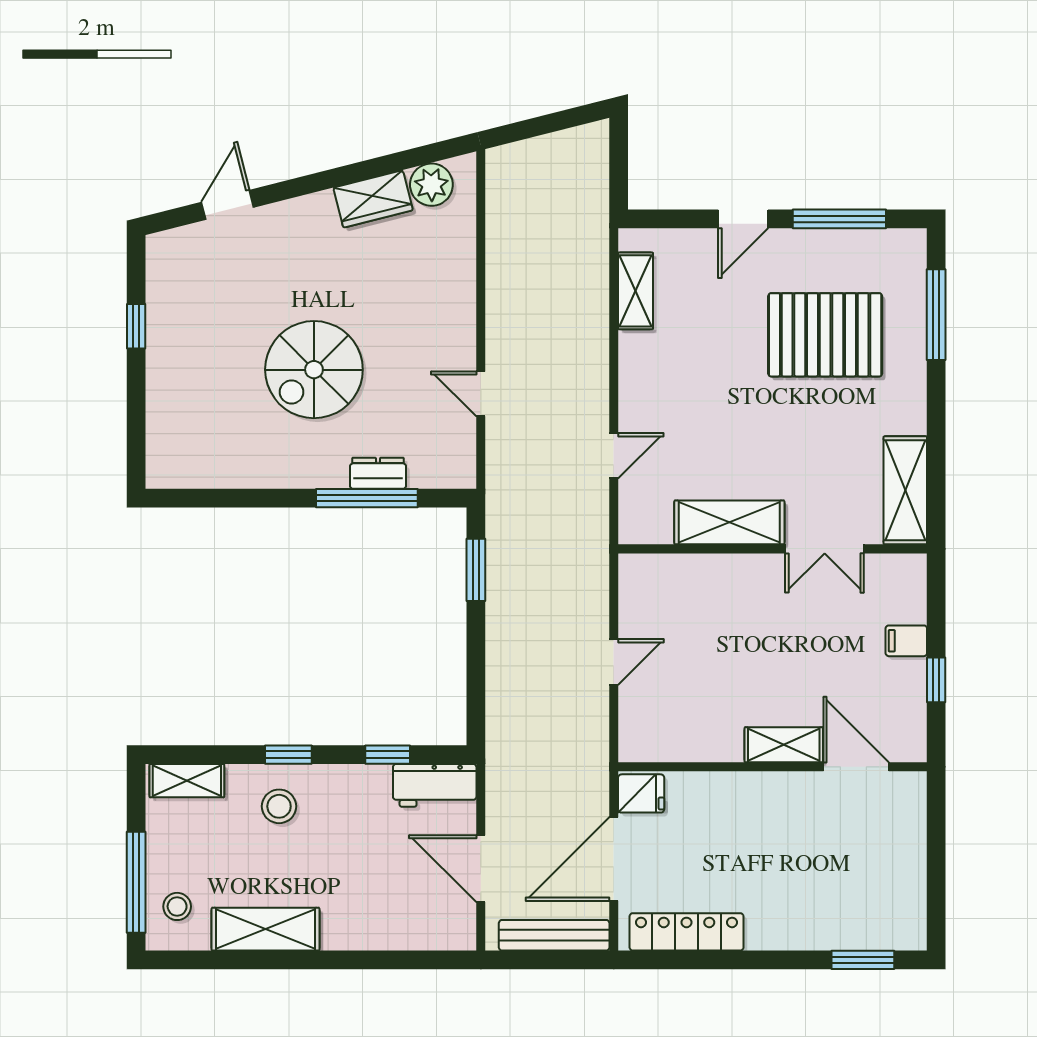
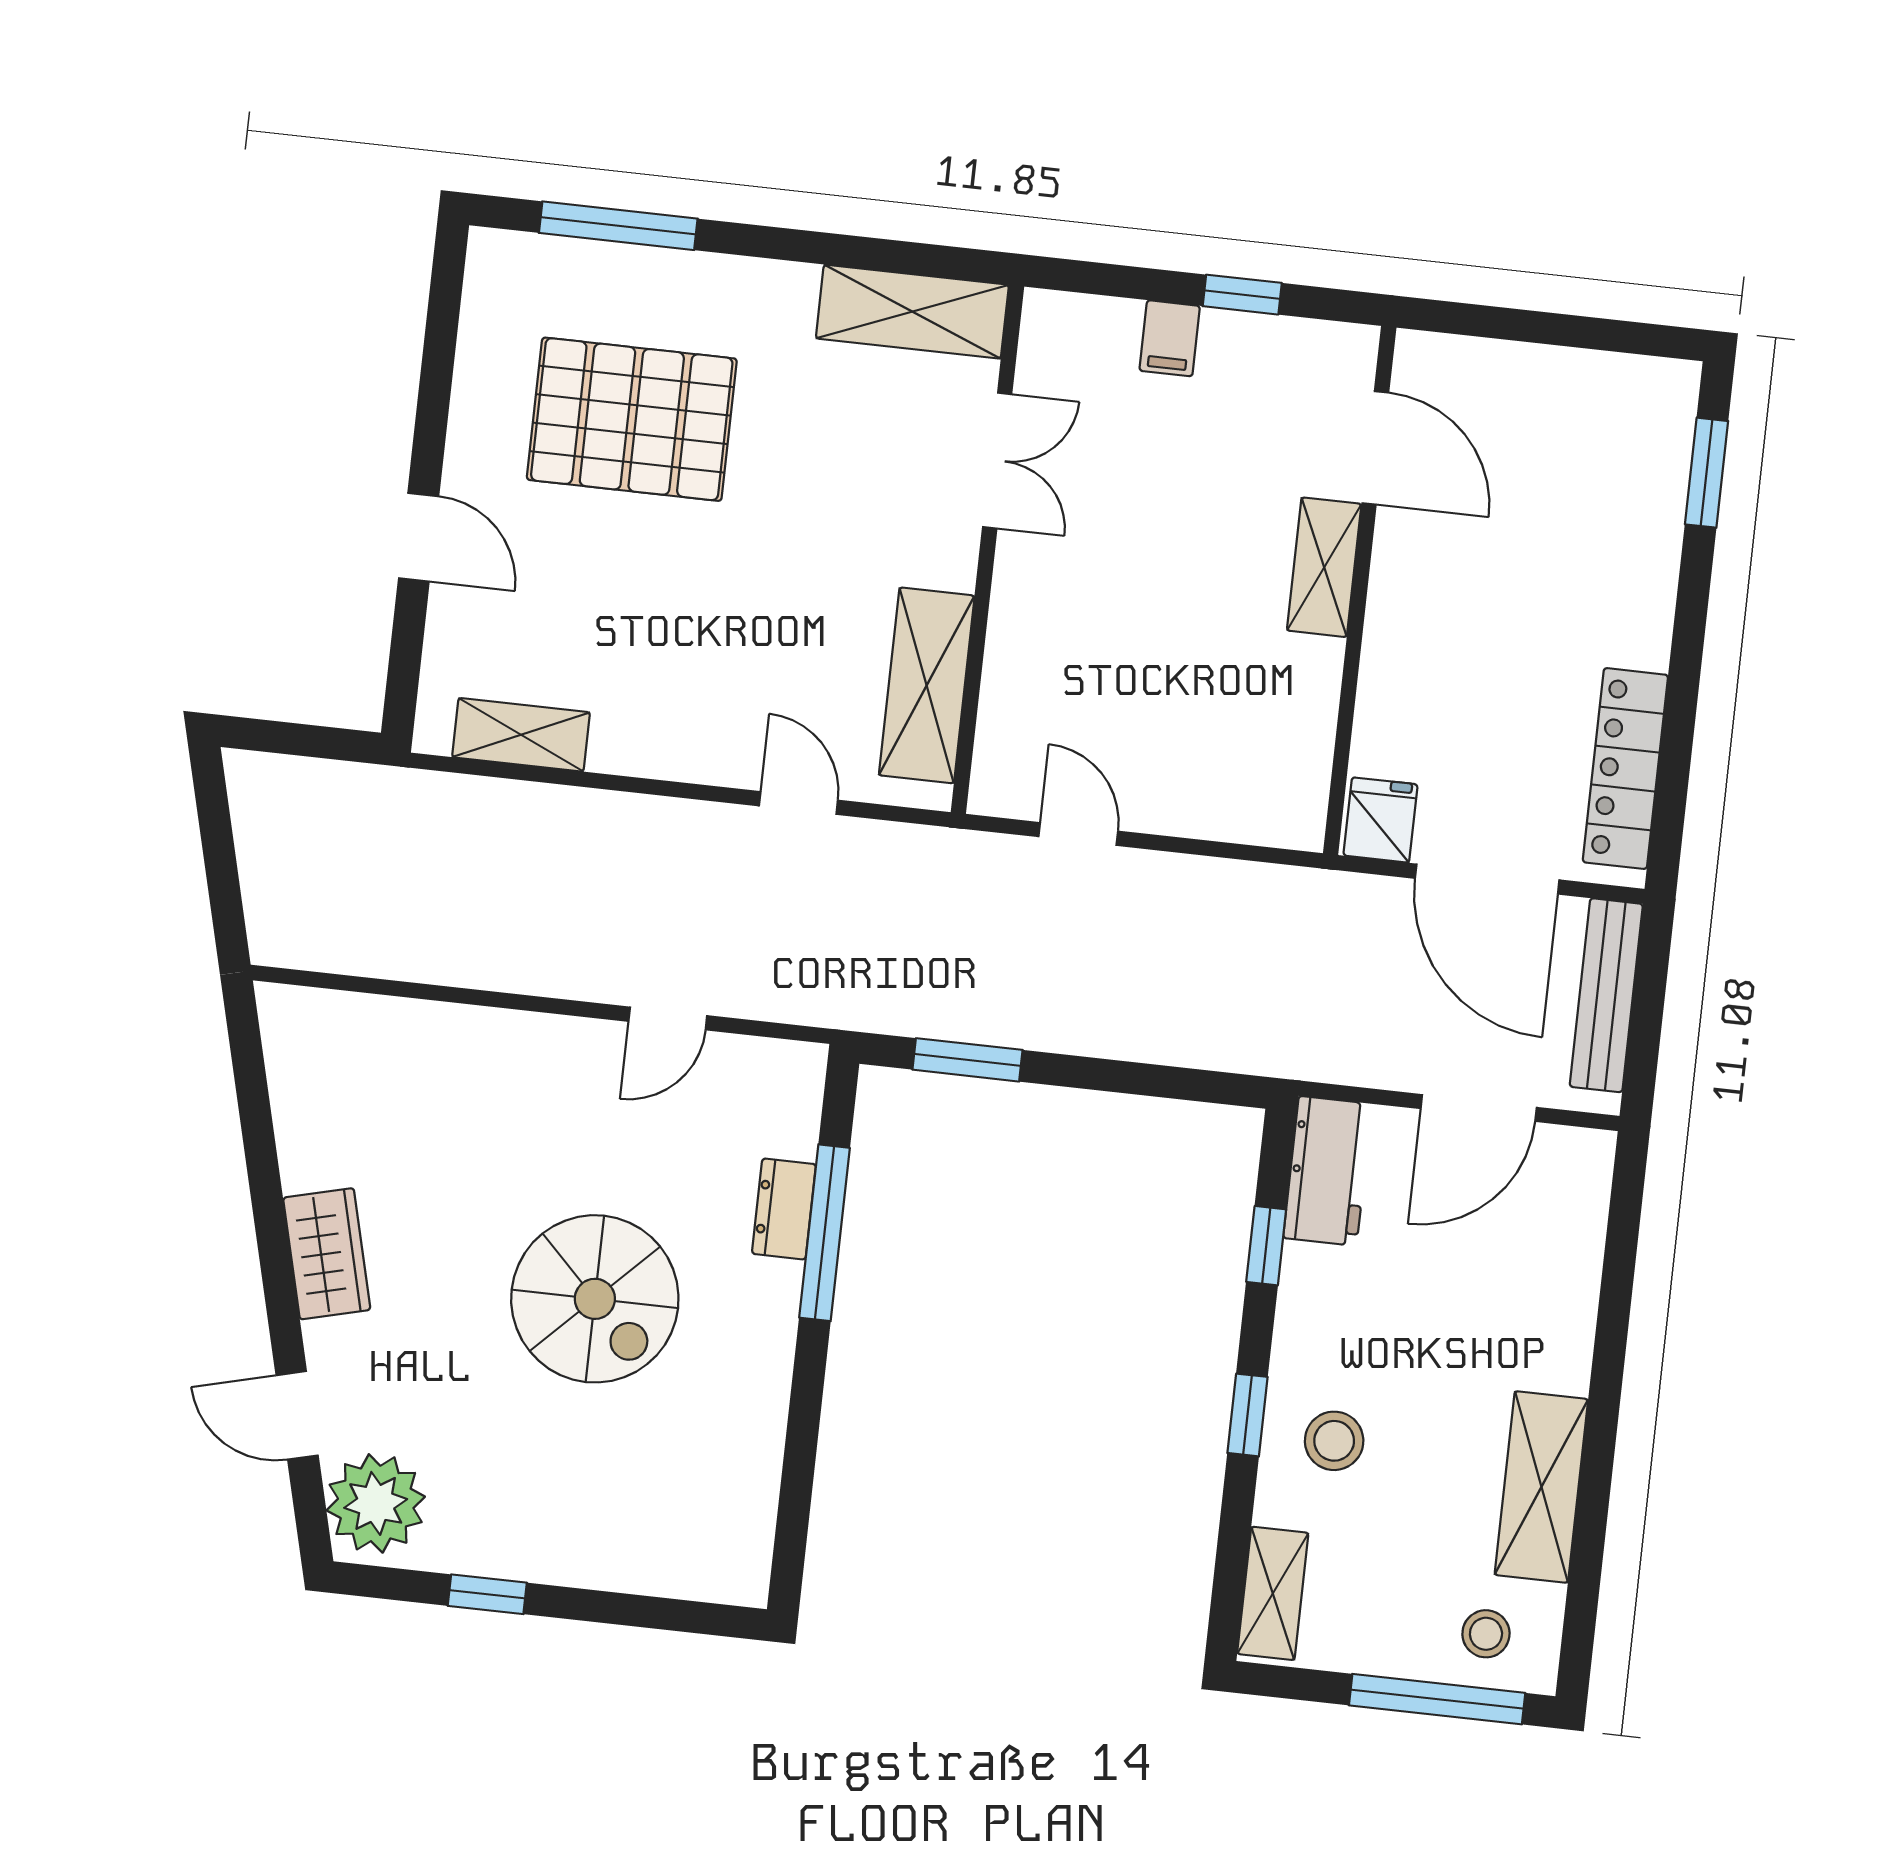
plant: (431, 185) -> (376, 1503), moved, width x1.36, depth x1.36
wardrobe: (373, 199) -> (327, 1254), moved
window: (839, 219) -> (437, 373), removed
pallet: (825, 335) -> (632, 419), turned 90
shelving: (729, 522) -> (927, 685), moved
door: (614, 662) -> (1078, 834), moved
door: (856, 767) -> (1375, 448), swing flipped

